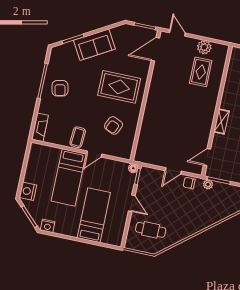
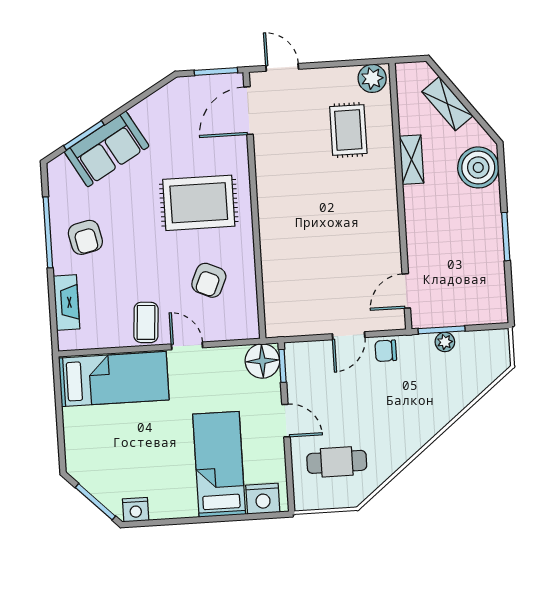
sofa: (94, 45) -> (107, 149), moved
plant: (204, 47) -> (372, 78), moved
shelving: (221, 122) -> (412, 160), moved
fireplace: (40, 127) -> (66, 302), moved
door: (94, 154) -> (187, 346), swing flipped
floor lamp: (133, 168) -> (262, 361), width x1.89, depth x1.89
bed: (69, 177) -> (114, 379), moved, turned -90
plant: (208, 184) -> (445, 342), moved
nightstand: (28, 191) -> (263, 499), moved, turned -90

